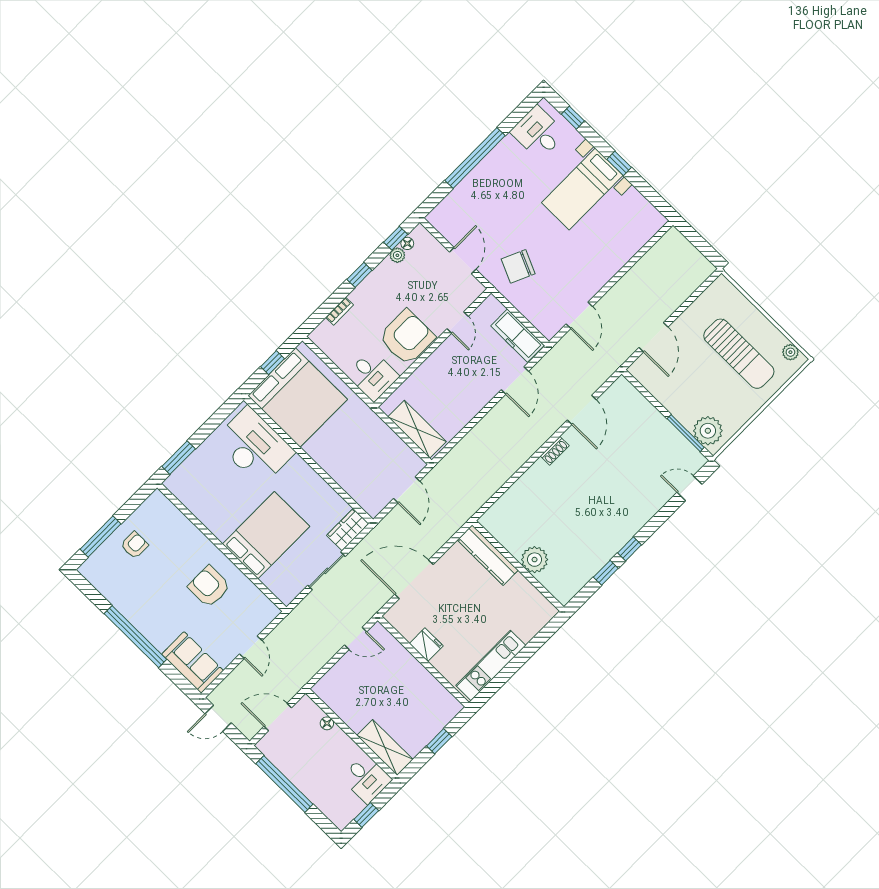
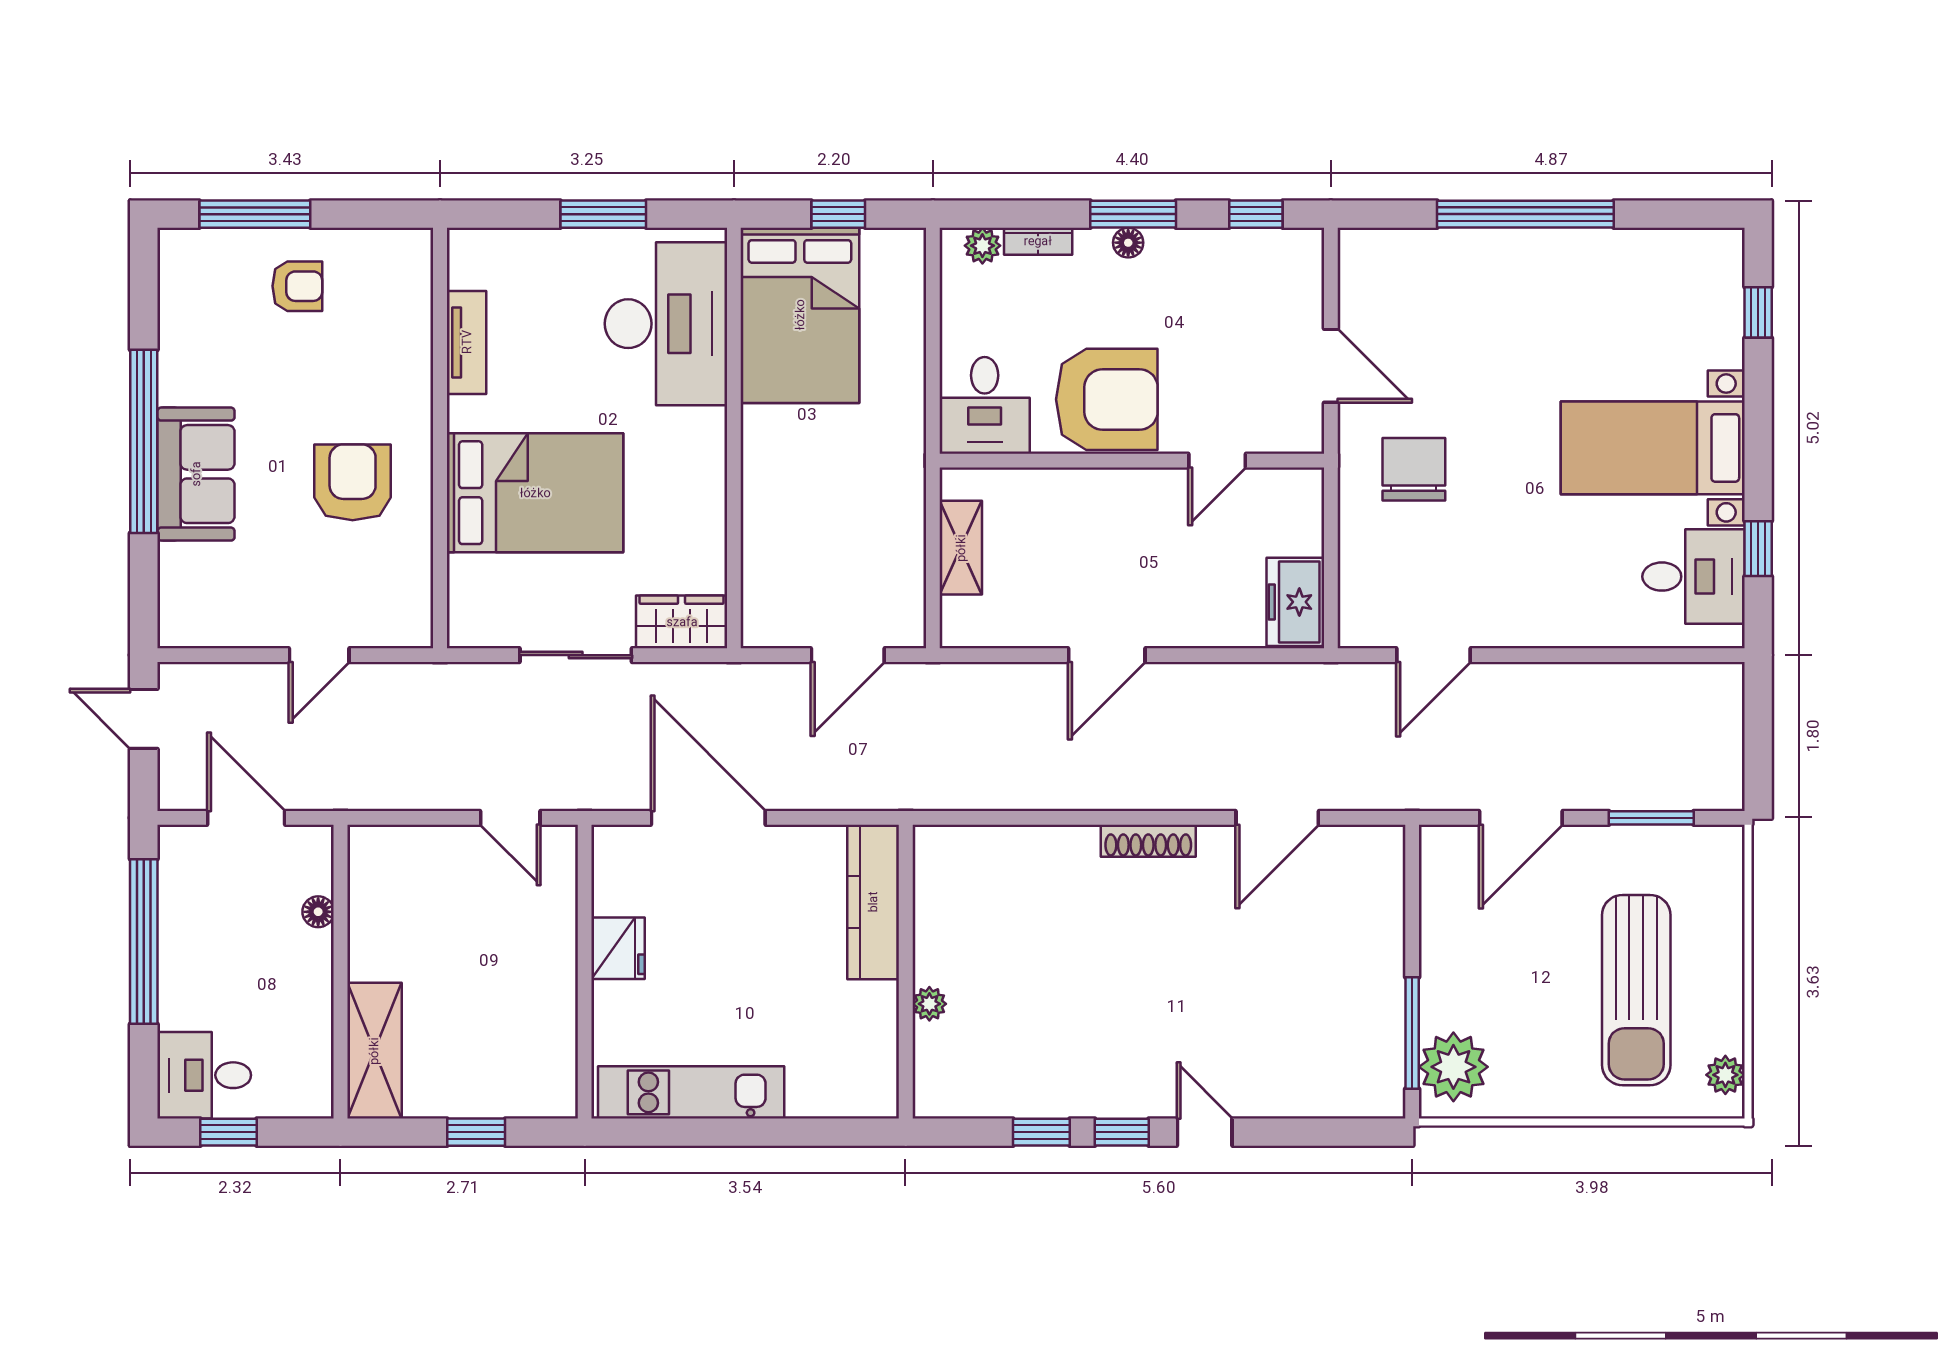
desk: (538, 133) -> (1693, 577), moved, turned 90
window: (619, 163) -> (1758, 549), moved
floor lamp: (407, 243) -> (1128, 243), moved
plant: (397, 255) -> (982, 246), moved
door: (463, 261) -> (1331, 366), hinge flipped
chair: (518, 266) -> (1414, 469), turned 66
window: (359, 275) -> (1133, 214), width x1.50
window: (692, 298) -> (1651, 818), added
freezer: (517, 336) -> (1295, 602), width x0.71
door: (515, 380) -> (1107, 655), moved
bed: (298, 398) -> (800, 315), width x0.73
shelving: (417, 429) -> (961, 548), width x0.67, depth x0.75
shoe rack: (555, 451) -> (1148, 841), width x1.43
window: (179, 458) -> (603, 214), moved
door: (689, 488) -> (1205, 1132), moved
tv unit: (201, 511) -> (467, 342), added
plant: (535, 560) -> (929, 1004), width x0.53, depth x0.53
sofa: (193, 662) -> (196, 474), moved
desk: (366, 779) -> (204, 1075), moved, turned 90

